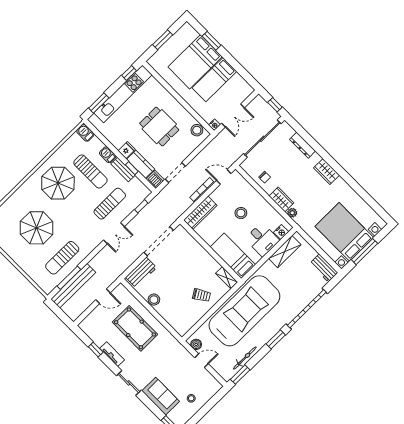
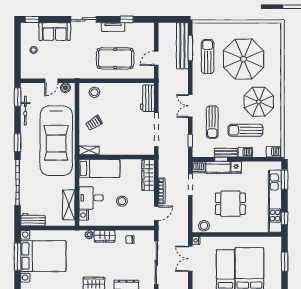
parasol: (37, 228) -> (243, 59), width x1.36, depth x1.36
stool: (154, 300) -> (94, 92), moved

